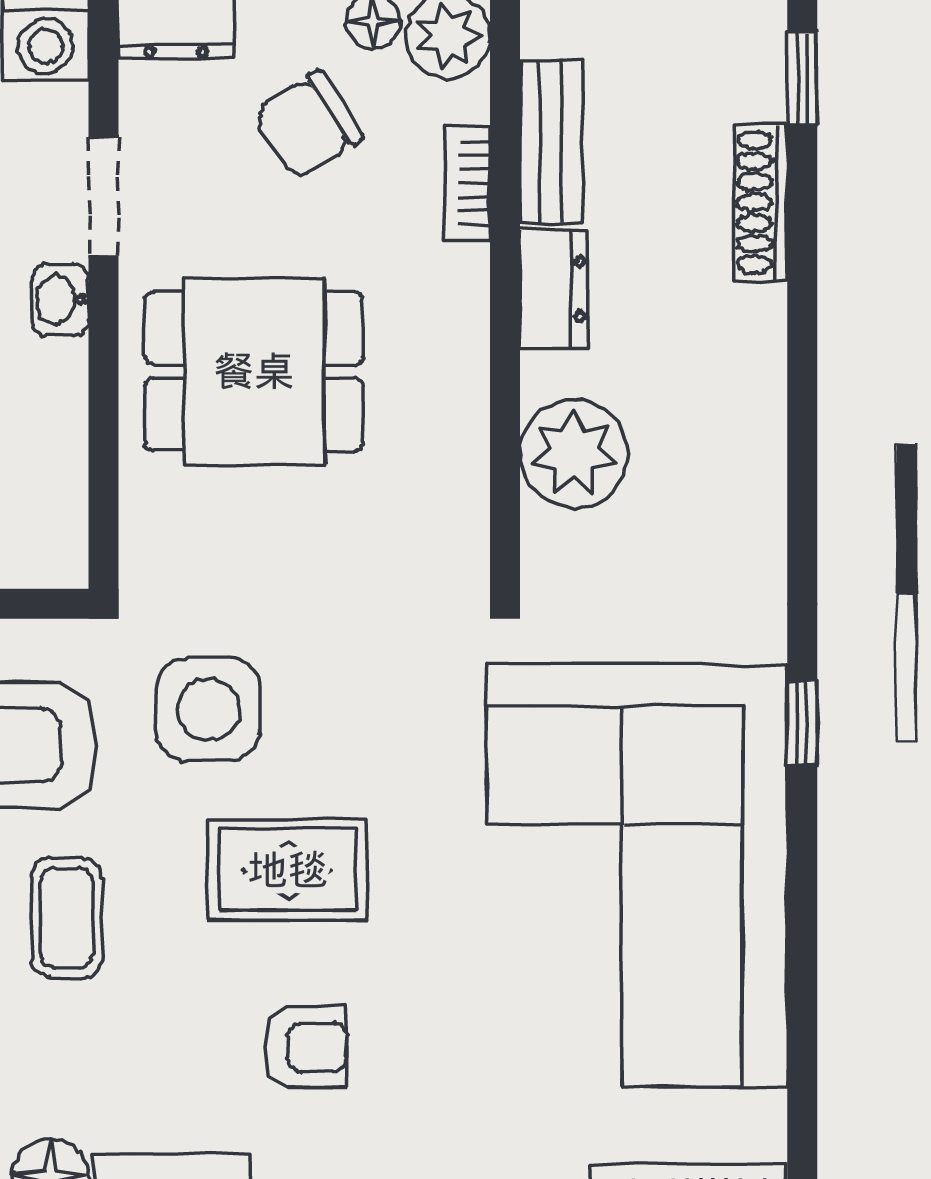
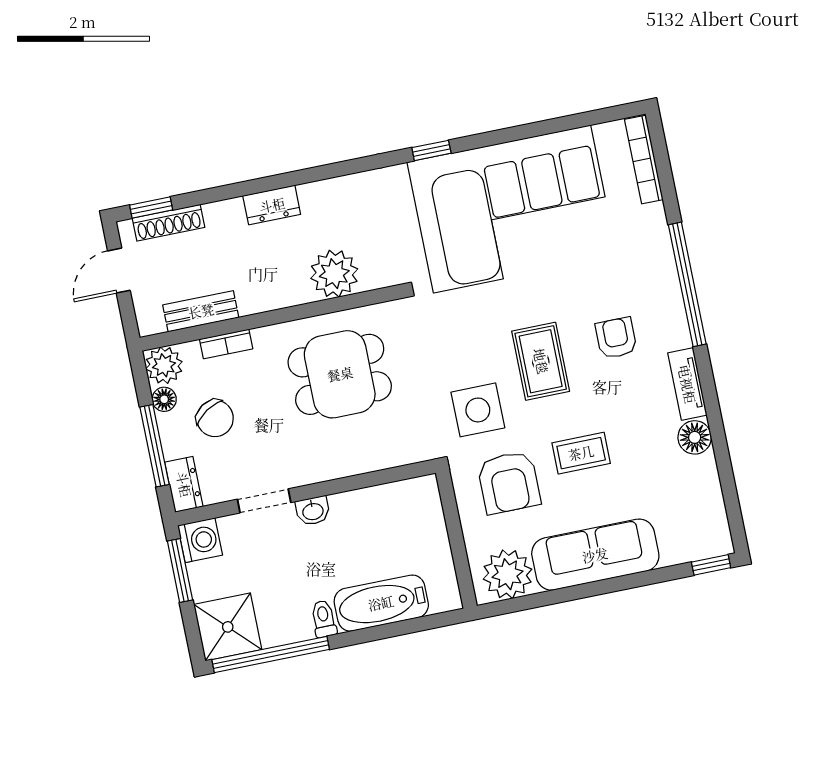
shoe rack: (761, 202) -> (168, 223), moved
dresser: (553, 289) -> (272, 205), moved, turned 180
dining table: (254, 371) -> (340, 374), moved, turned 90

